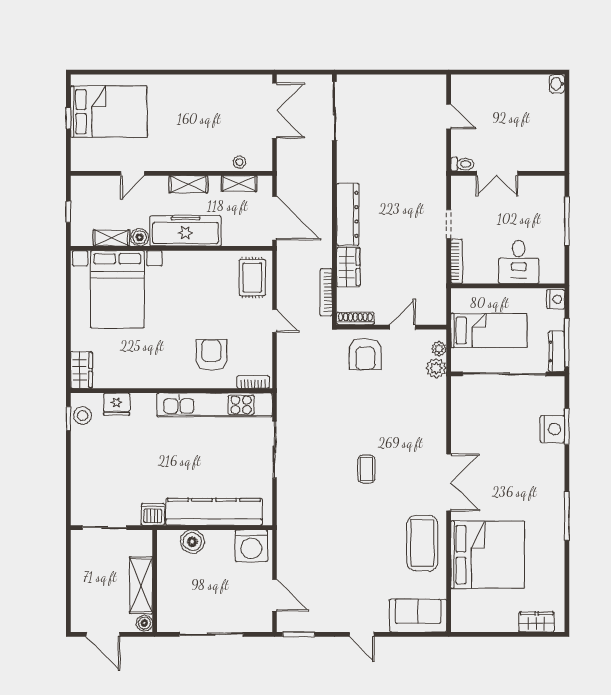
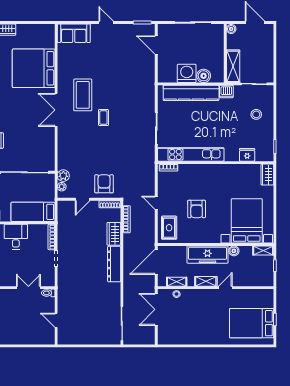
double door: (275, 111) -> (156, 309), moved
door: (133, 173) -> (225, 288), moved
door: (275, 218) -> (156, 262), hinge flipped
shelving: (111, 238) -> (263, 250), moved
bed: (489, 330) -> (33, 212), moved
armchair: (211, 355) -> (197, 209), moved
stool: (83, 416) -> (256, 114), moved
coffee table: (422, 543) -> (83, 95), moved
washing machine: (251, 546) -> (187, 73), moved
shelving: (141, 585) -> (233, 66), moved

